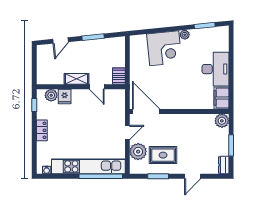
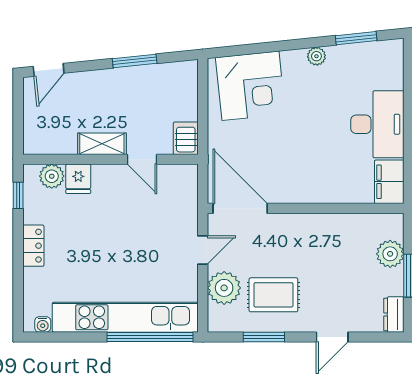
door: (60, 40) -> (49, 70), moved
corner desk: (164, 48) -> (250, 86), moved
plant: (222, 121) -> (390, 254), moved

